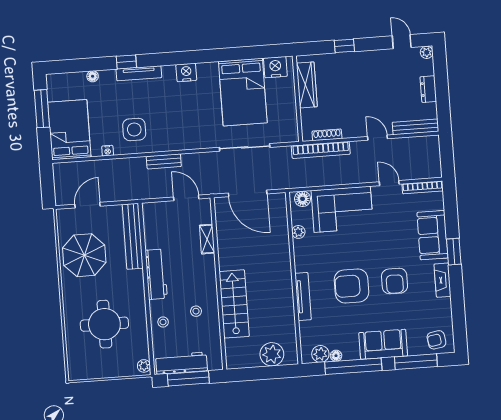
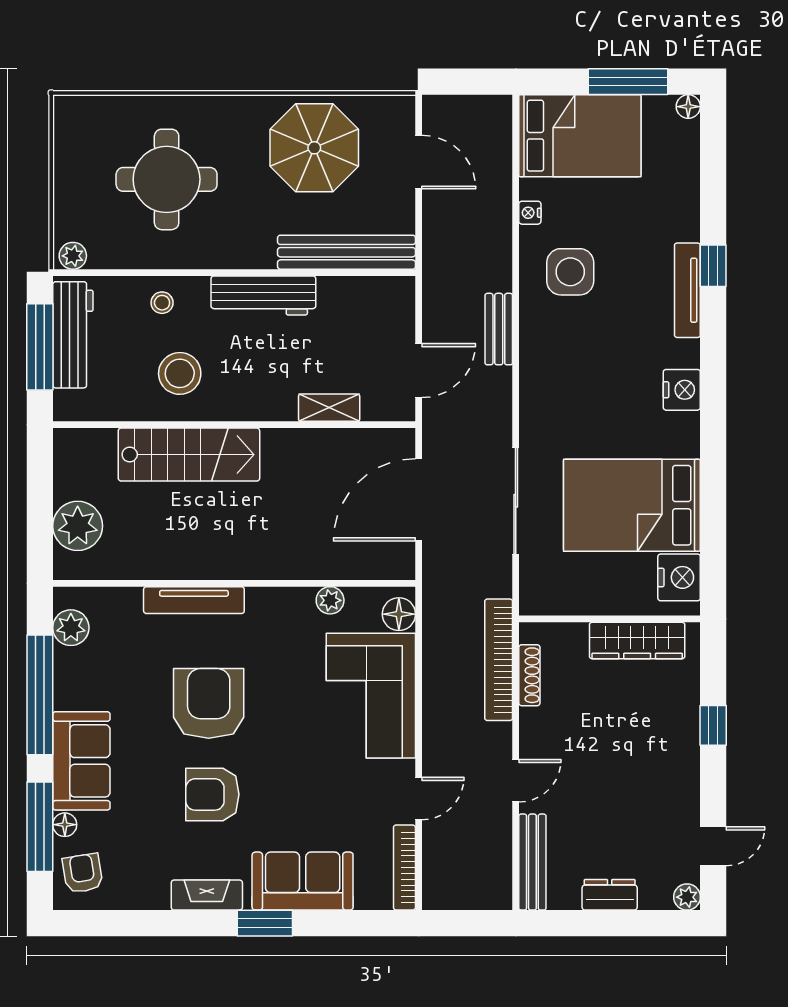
floor lamp: (93, 76) -> (688, 107), moved
stool: (196, 311) -> (180, 373), width x1.89, depth x1.89
floor lamp: (336, 356) -> (65, 825), moved

